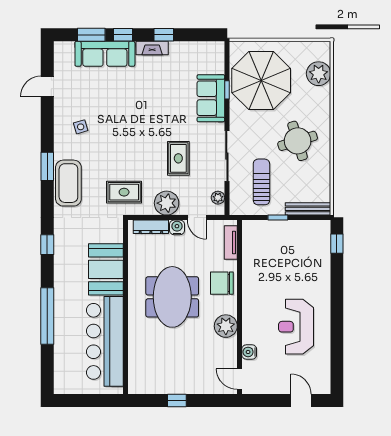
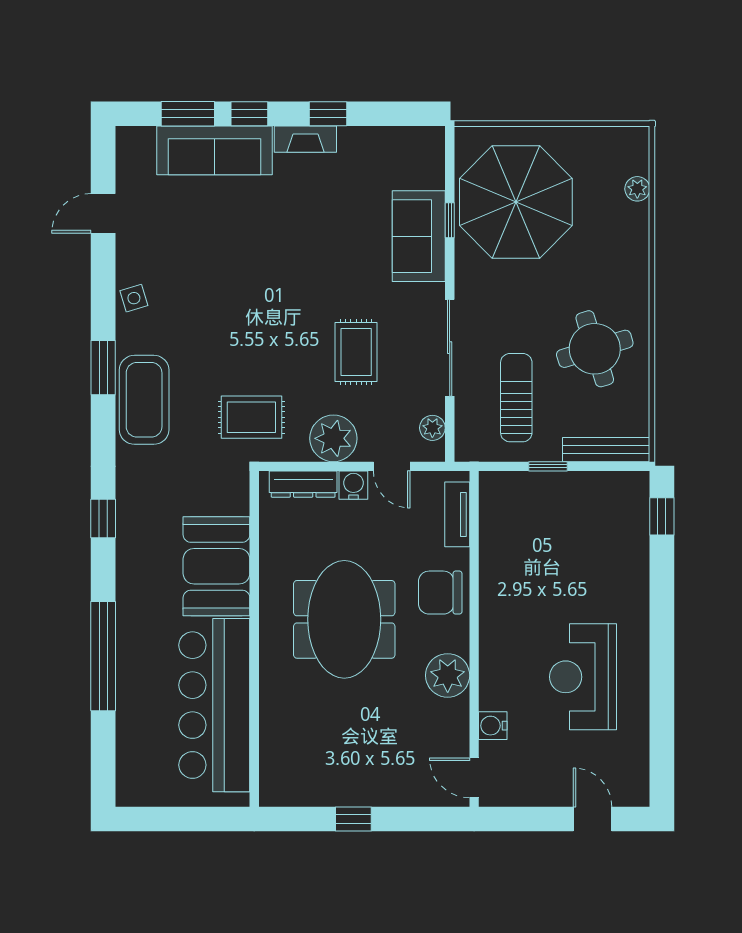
plant: (319, 74) -> (637, 189), width x0.53, depth x0.53
side table: (81, 127) -> (134, 298), moved
round table: (298, 141) -> (595, 349), moved

